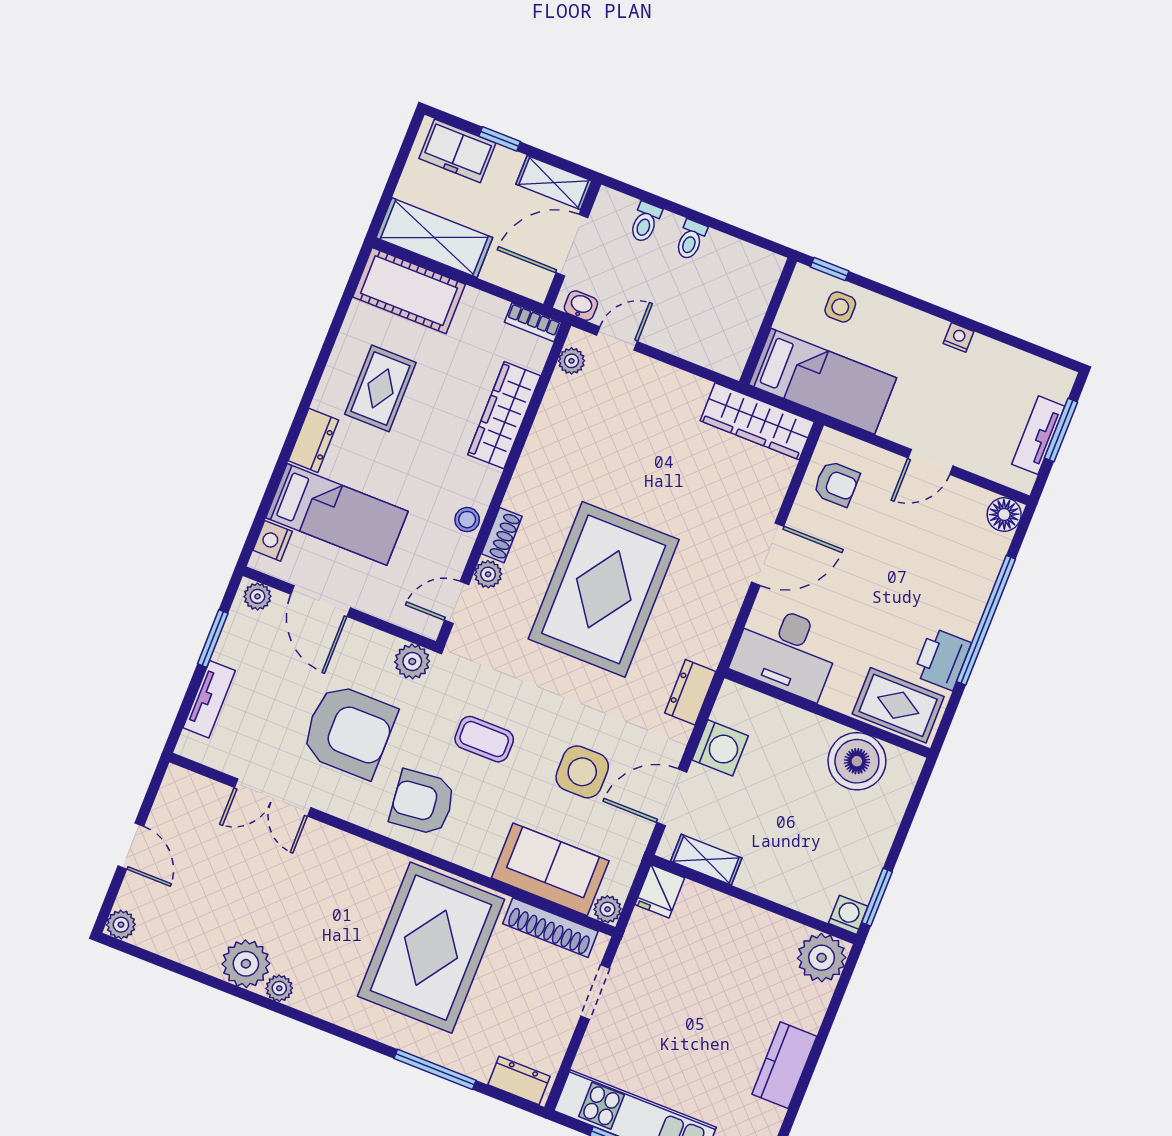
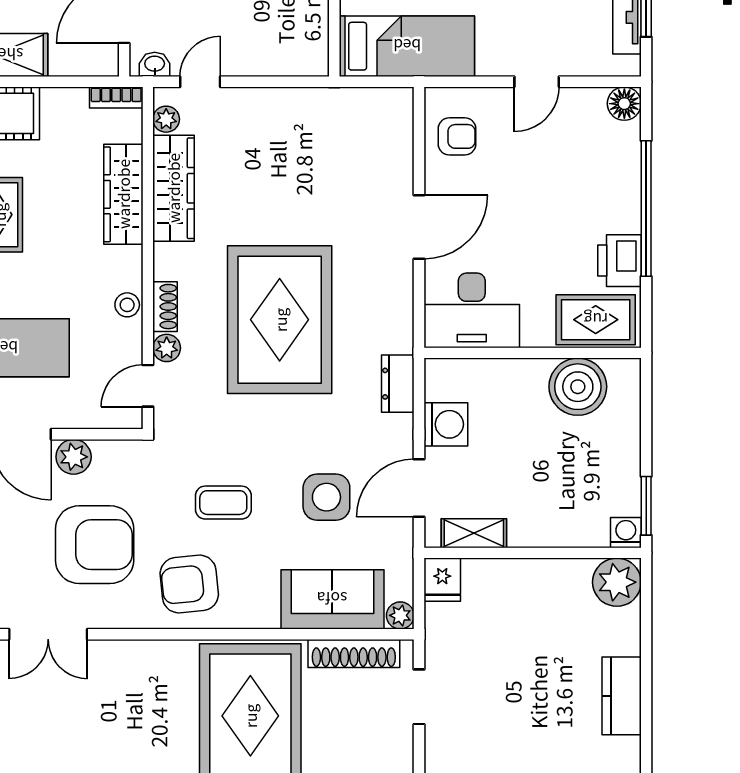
wardrobe: (757, 421) -> (173, 188), moved, turned -90
plant: (412, 661) -> (74, 457), moved

